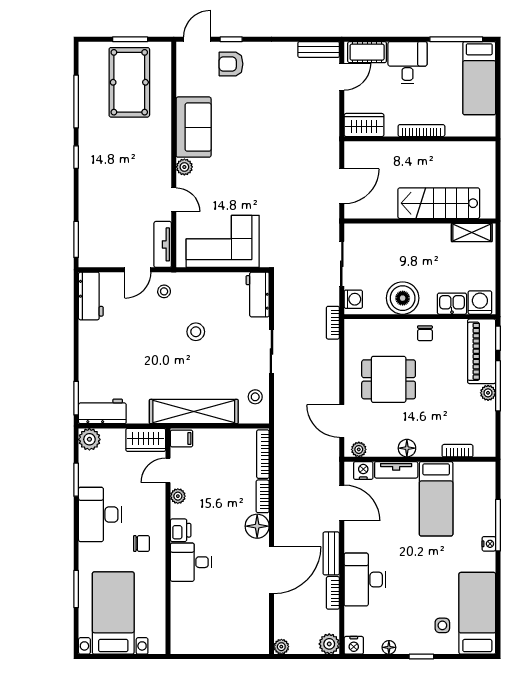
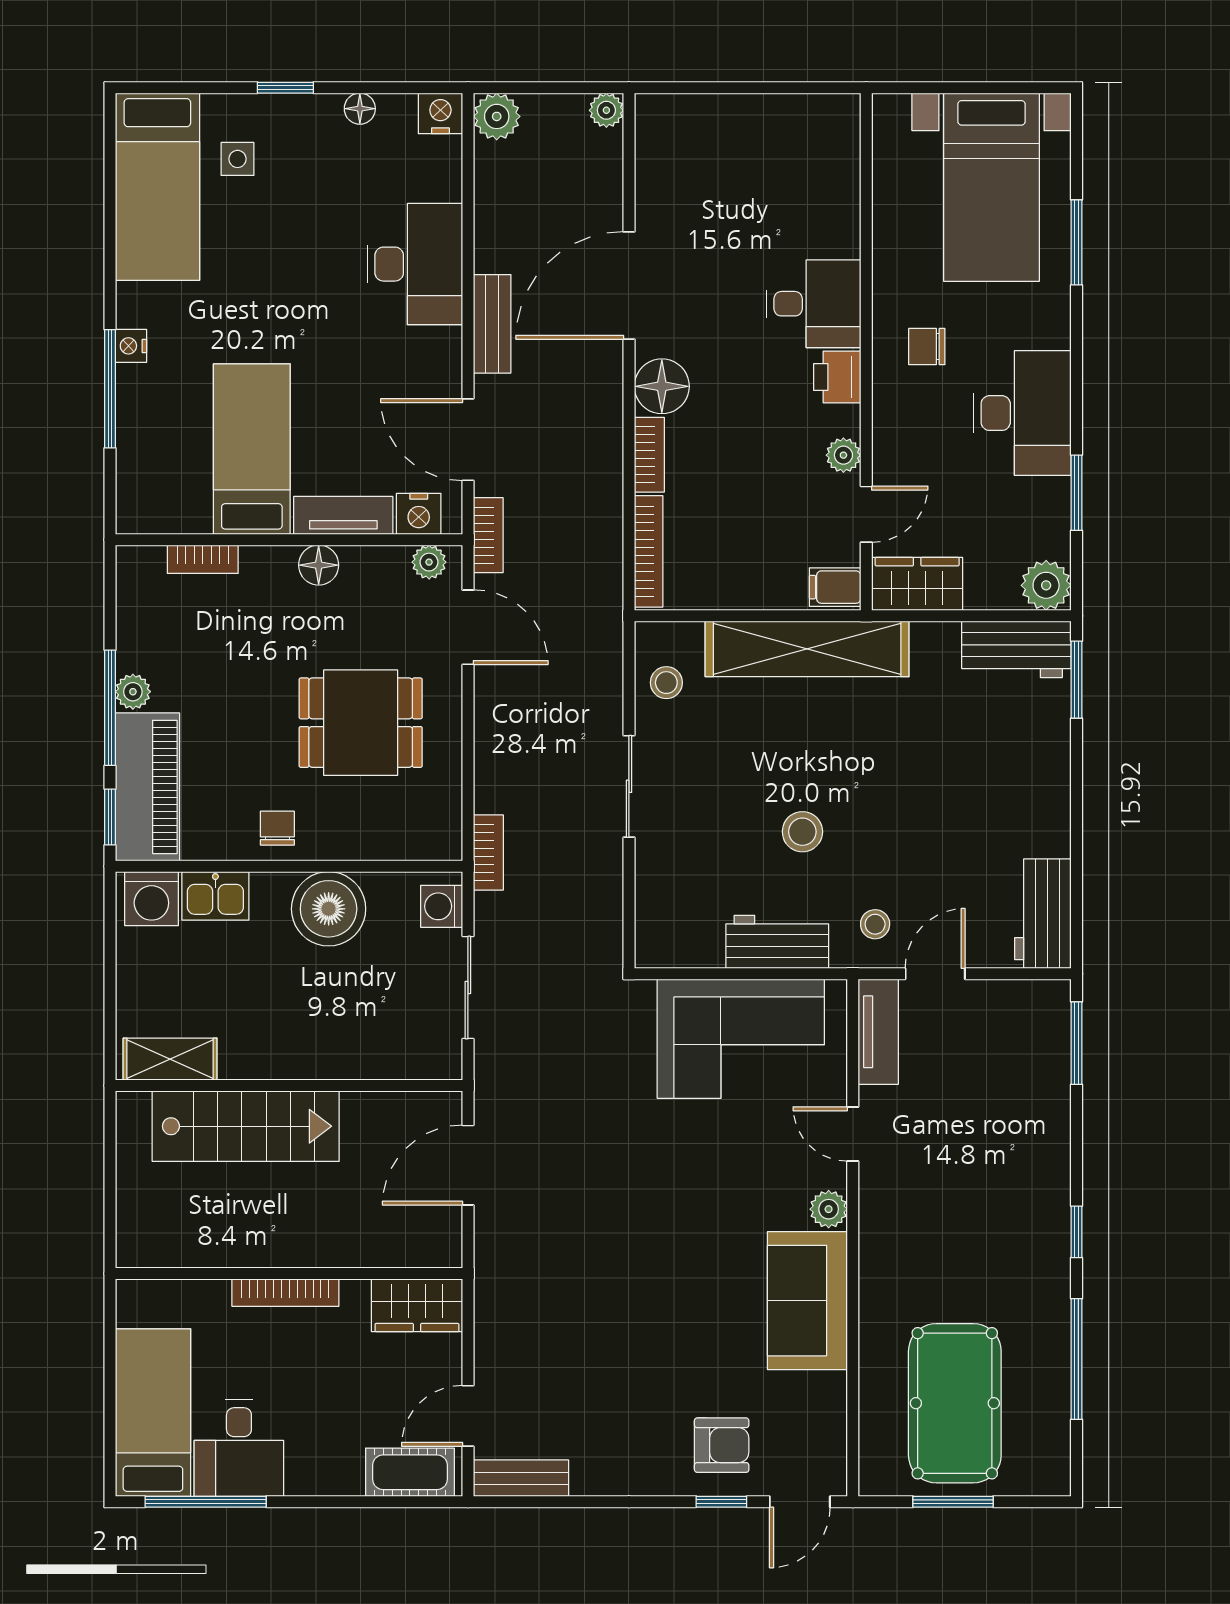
desk: (407, 63) -> (239, 1448), moved
workbench: (258, 294) -> (777, 942), moved, turned -90
bookcase: (333, 593) -> (488, 535), moved

